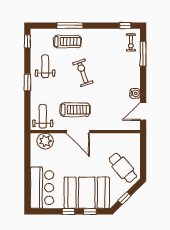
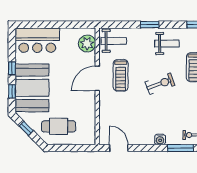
water cooler: (135, 93) -> (160, 139), moved
cafe table: (123, 168) -> (59, 126), turned 41

